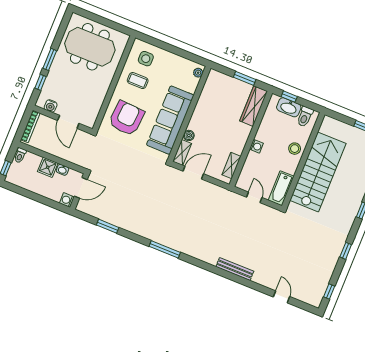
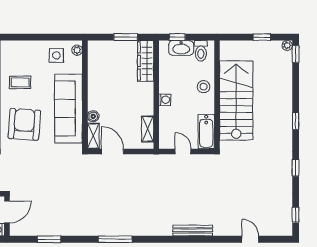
side table: (146, 59) -> (56, 55), moved
door: (193, 173) -> (113, 151), hinge flipped

